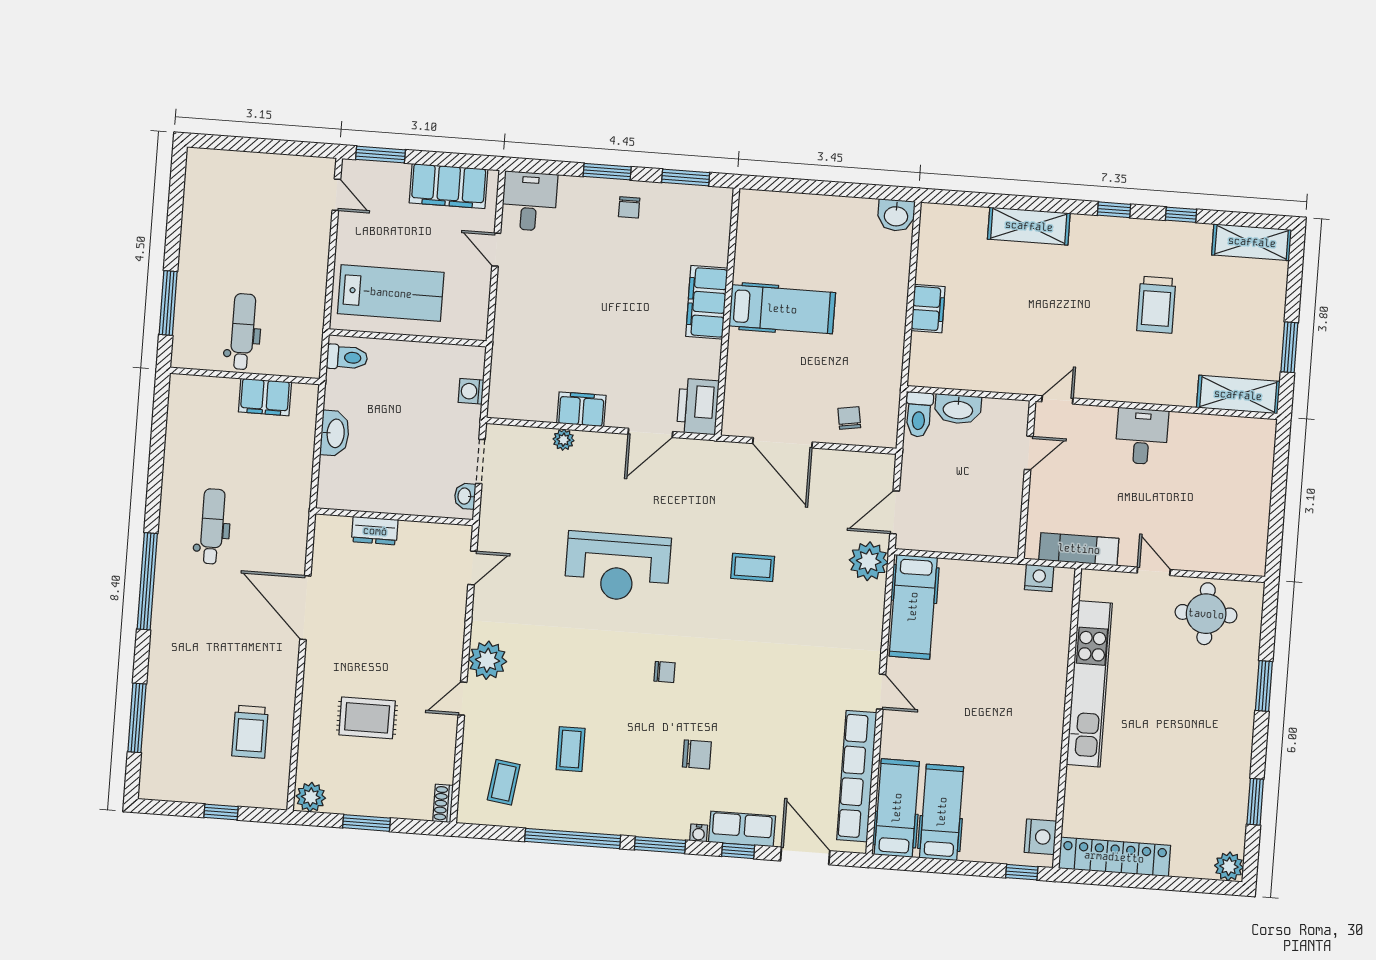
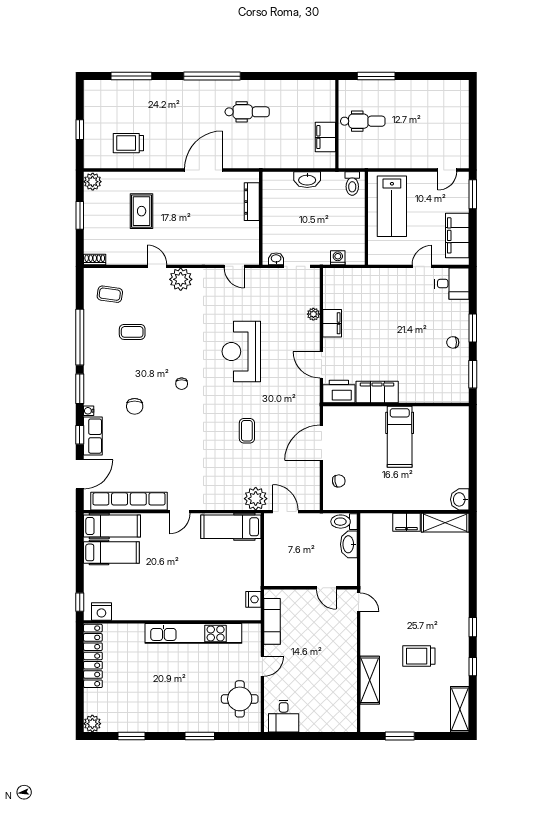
shelving: (1029, 226) -> (445, 523), moved, turned 90
filing cabinet: (707, 302) -> (377, 392), moved
shelving: (1238, 395) -> (370, 680), moved
desk: (1142, 436) -> (284, 716), moved, turned 90
dresser: (375, 531) -> (252, 202), width x1.44

